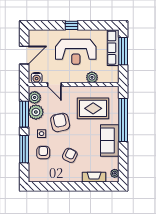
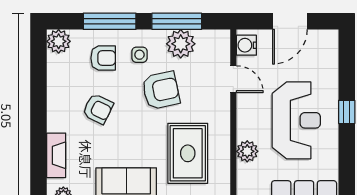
reception desk: (76, 52) -> (296, 120), turned 180
door: (24, 55) -> (290, 21), hinge flipped
door: (54, 85) -> (233, 79), swing flipped
plant: (35, 97) -> (59, 41), moved

